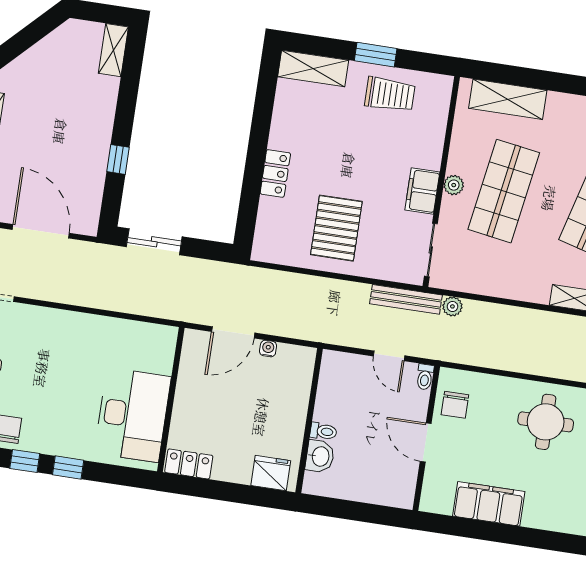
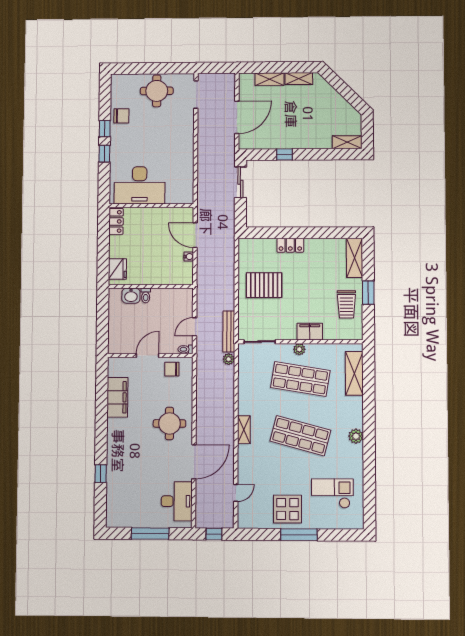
filing cabinet: (422, 191) -> (310, 332), moved

